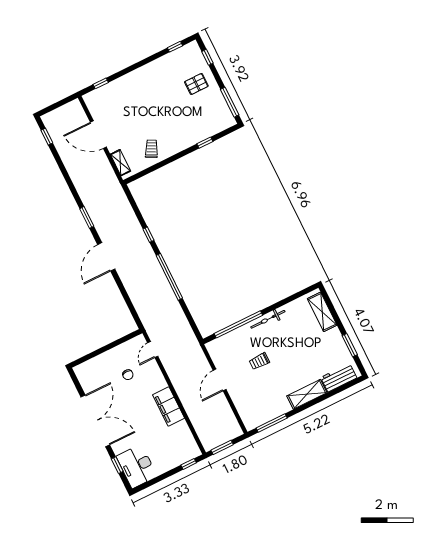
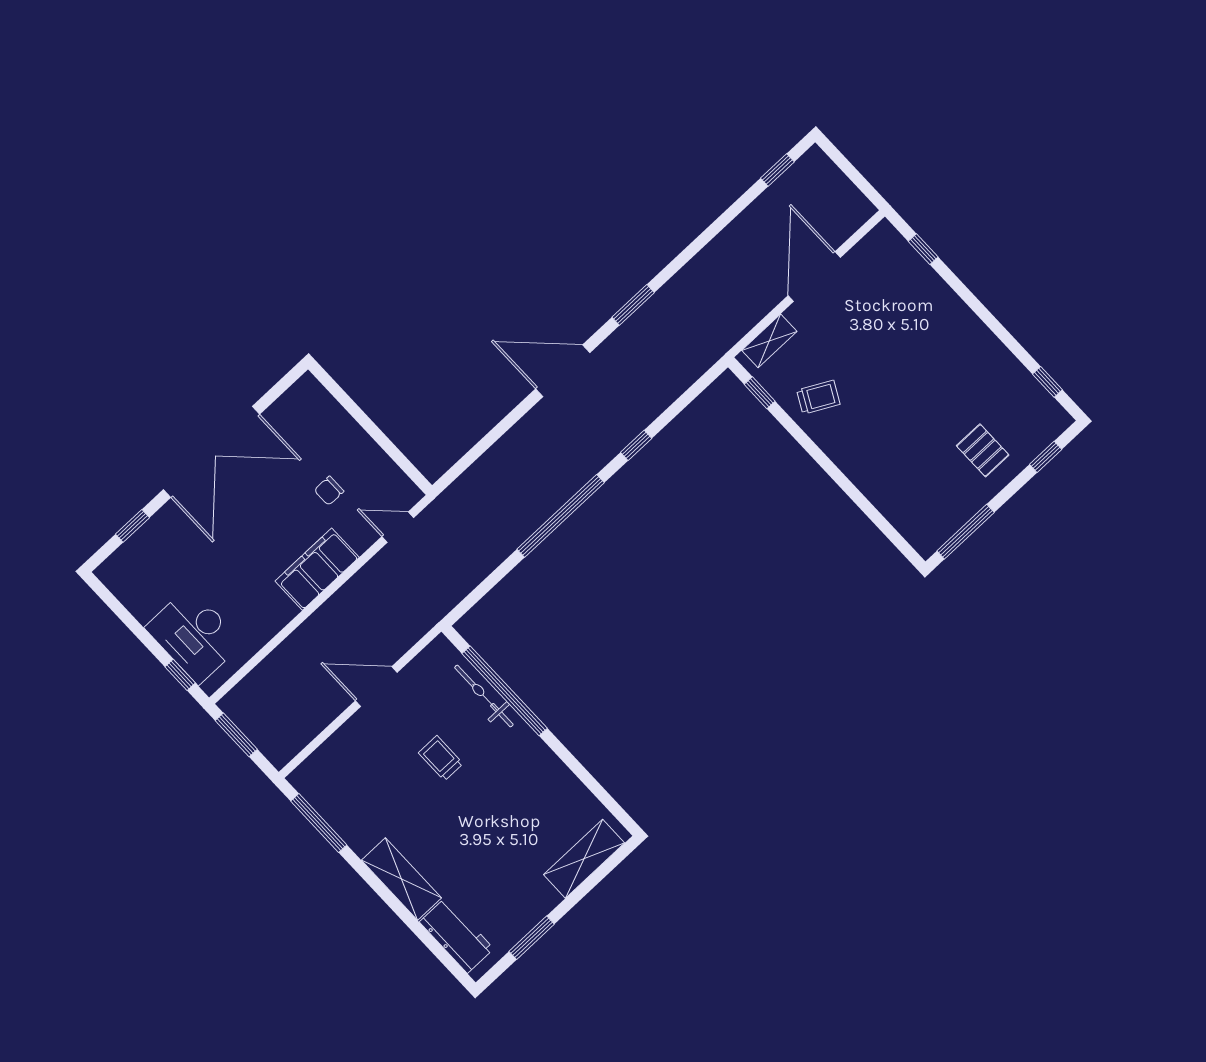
window: (205, 143) -> (760, 393), moved
bicycle: (268, 319) -> (484, 696), moved
filing cabinet: (169, 407) -> (317, 569), moved
desk: (137, 466) -> (194, 635), moved, turned -90

